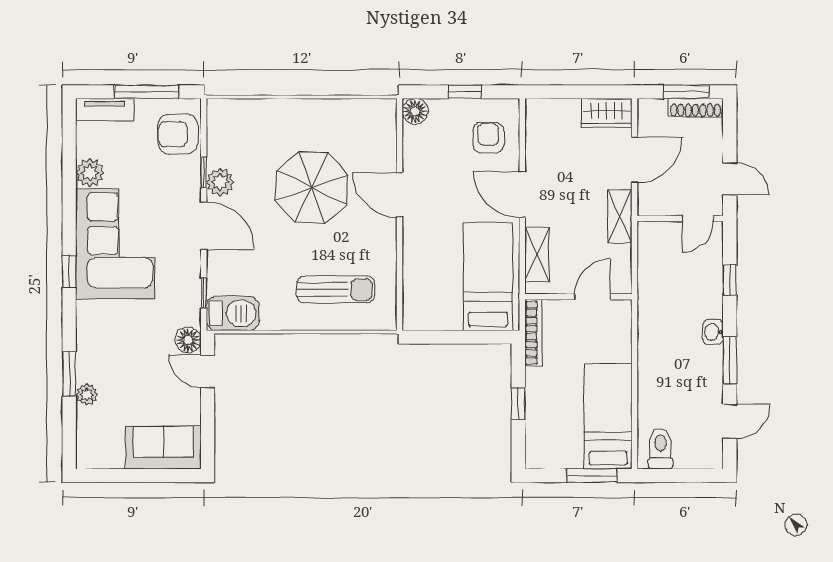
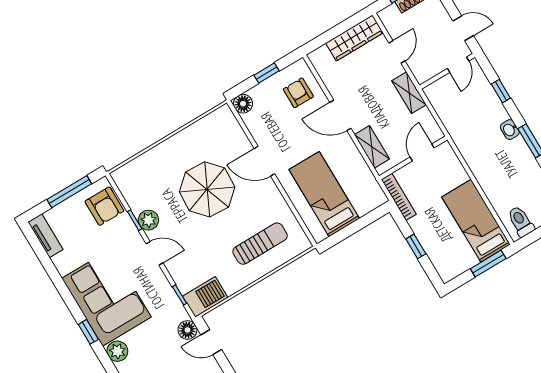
tv unit: (105, 109) -> (46, 236), moved, turned -90
wardrobe: (607, 113) -> (354, 38), width x1.50
armchair: (178, 134) -> (104, 206), turned -90
door: (634, 160) -> (397, 52), width x0.73
plant: (90, 173) -> (117, 351), moved
door: (204, 226) -> (155, 253), width x0.73
bed: (488, 276) -> (324, 194), moved

